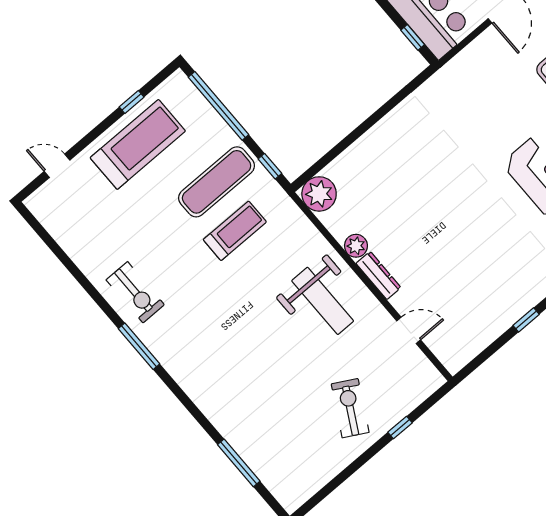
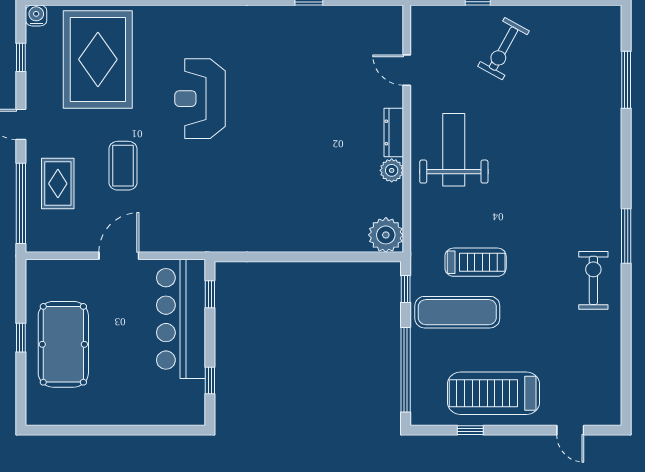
treadmill: (235, 231) -> (476, 262), turned 180

